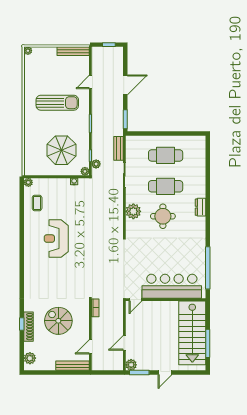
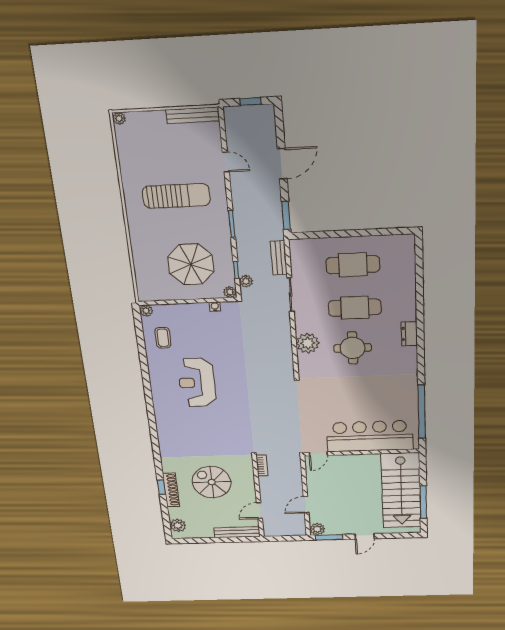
door: (90, 82) -> (226, 162), swing flipped

